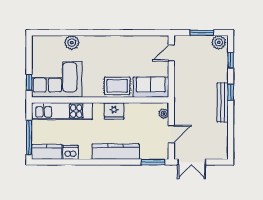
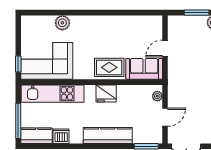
door: (171, 53) -> (165, 49), moved

